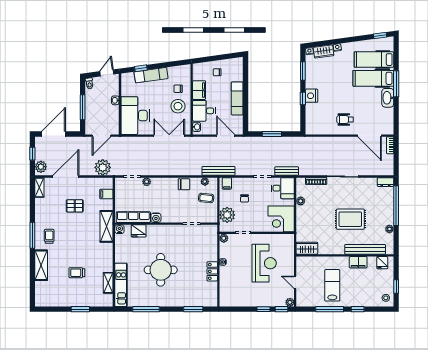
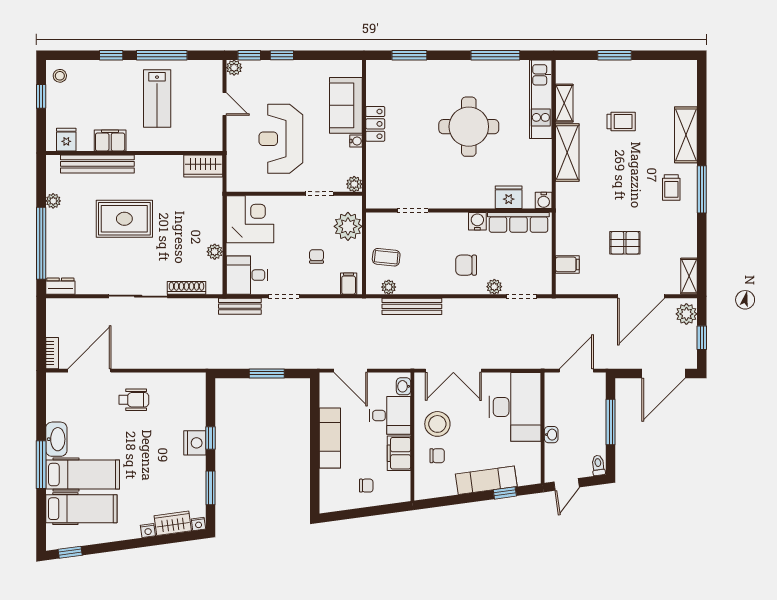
door: (369, 136) -> (89, 371), hinge flipped
plant: (103, 167) -> (574, 313), removed
bench: (218, 171) -> (412, 306), moved
chair: (184, 184) -> (466, 265), moved
shelving: (106, 226) -> (567, 153), moved
sofa: (228, 282) -> (346, 105), added

